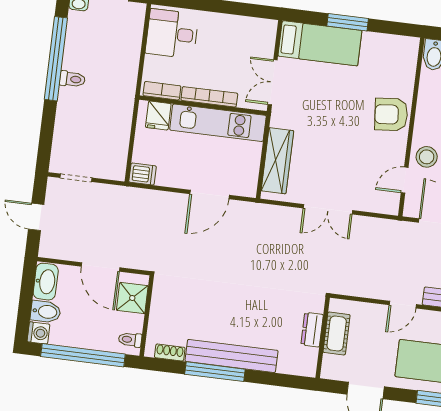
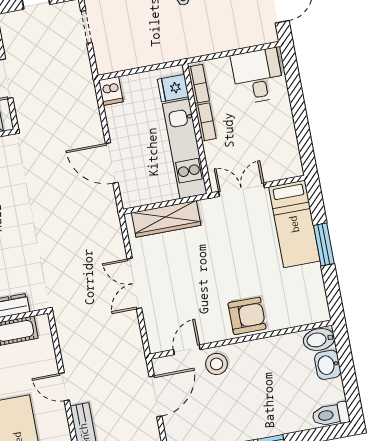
bookcase: (209, 97) -> (206, 122), width x0.64
armchair: (391, 114) -> (247, 316), turned 95
door: (405, 180) -> (187, 350), hinge flipped

